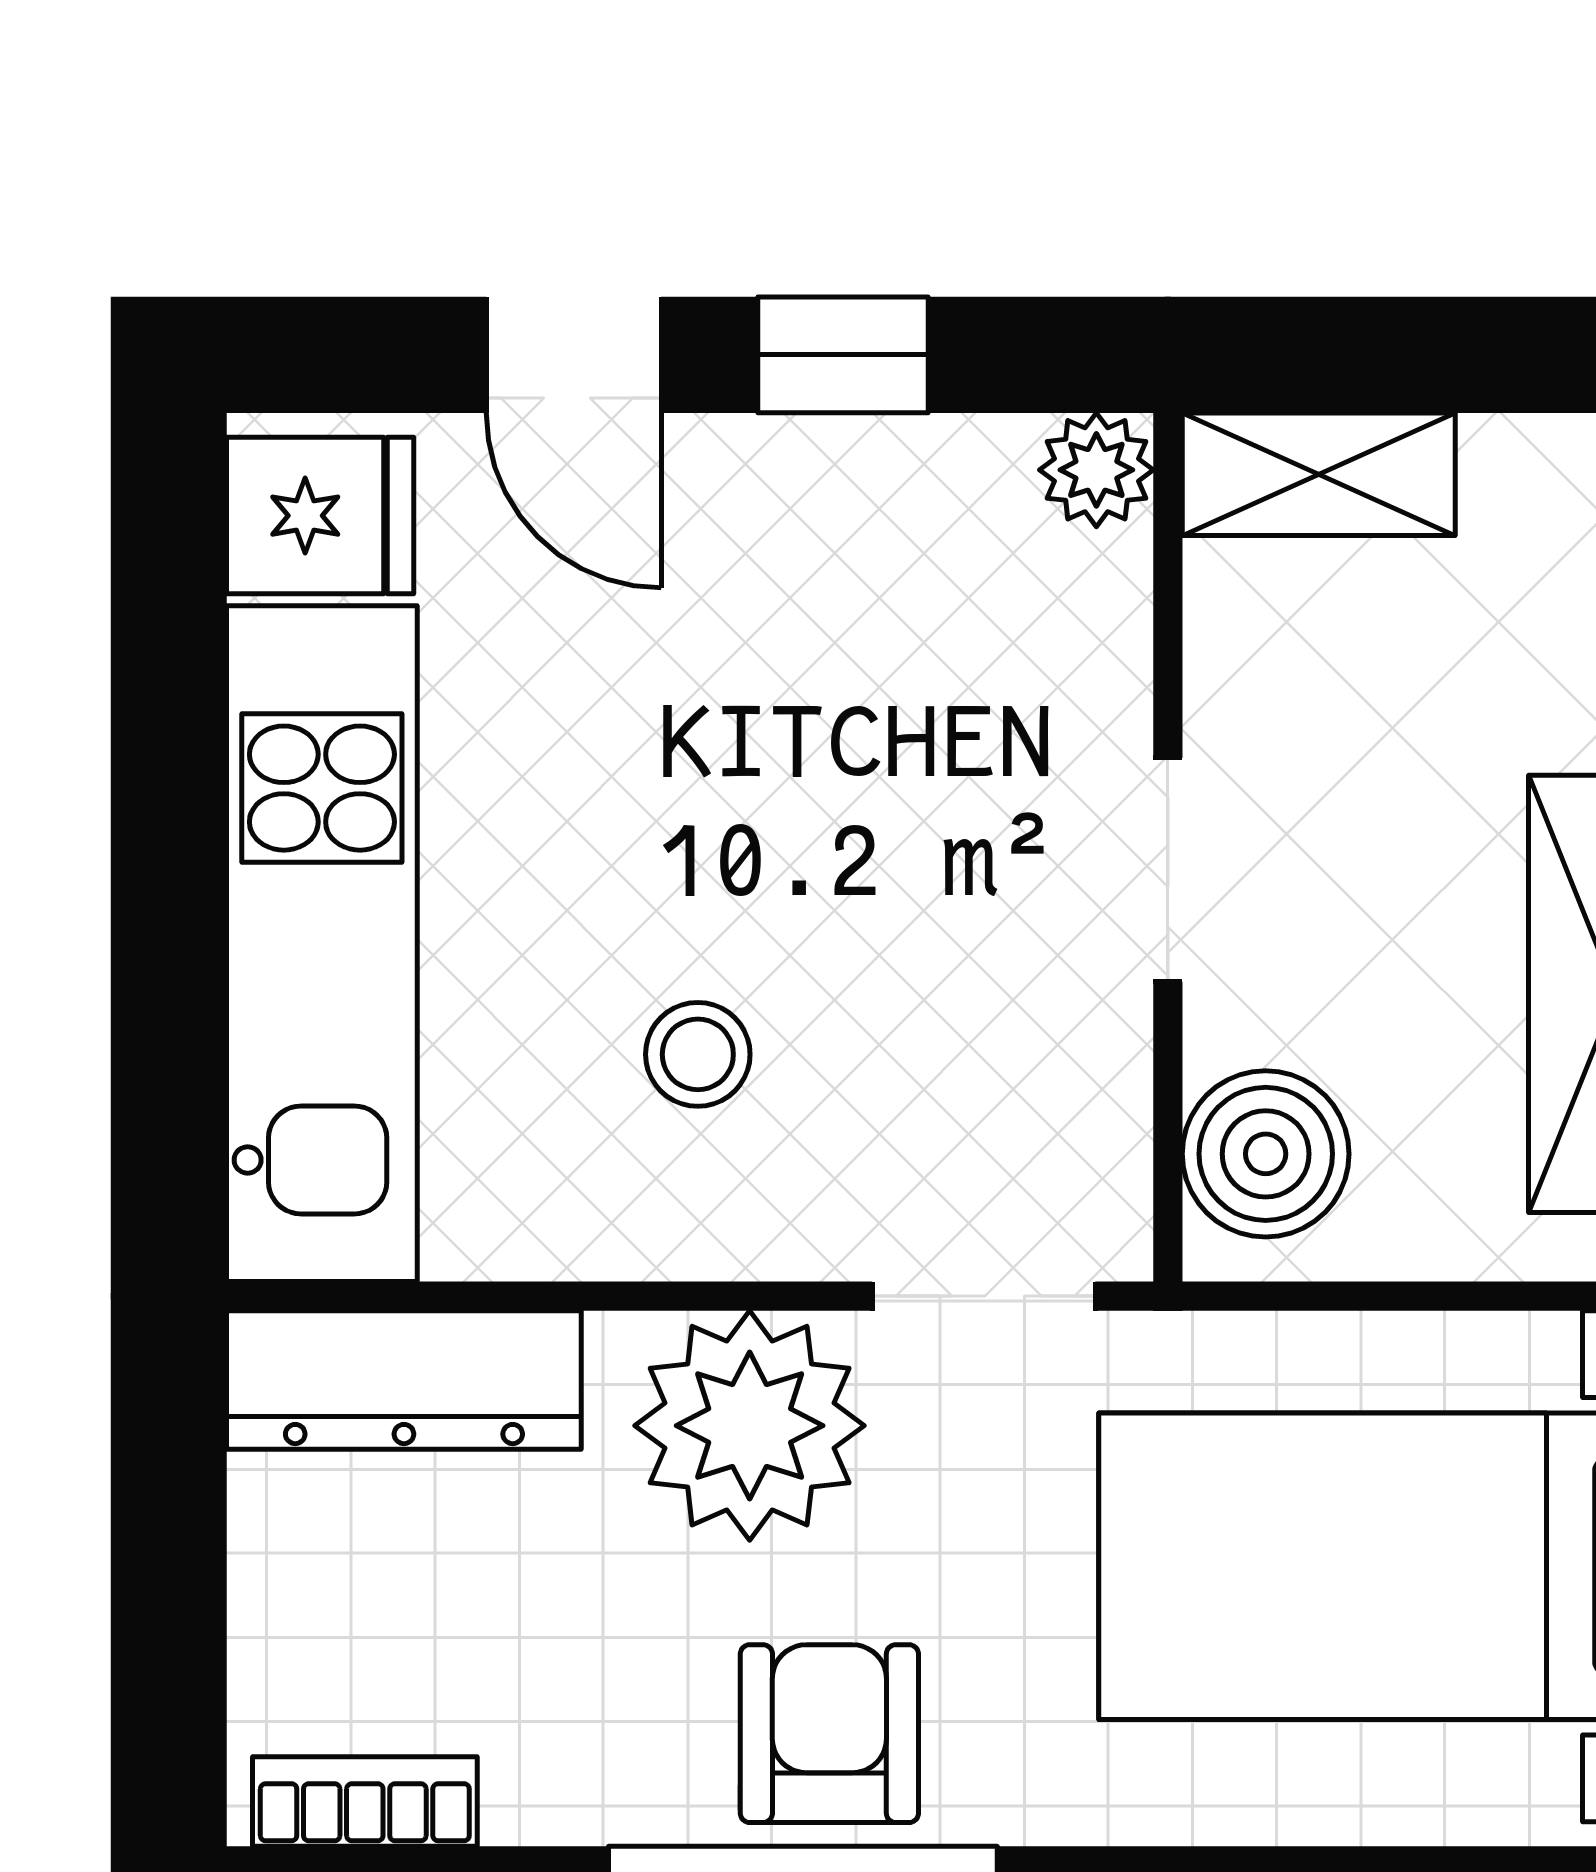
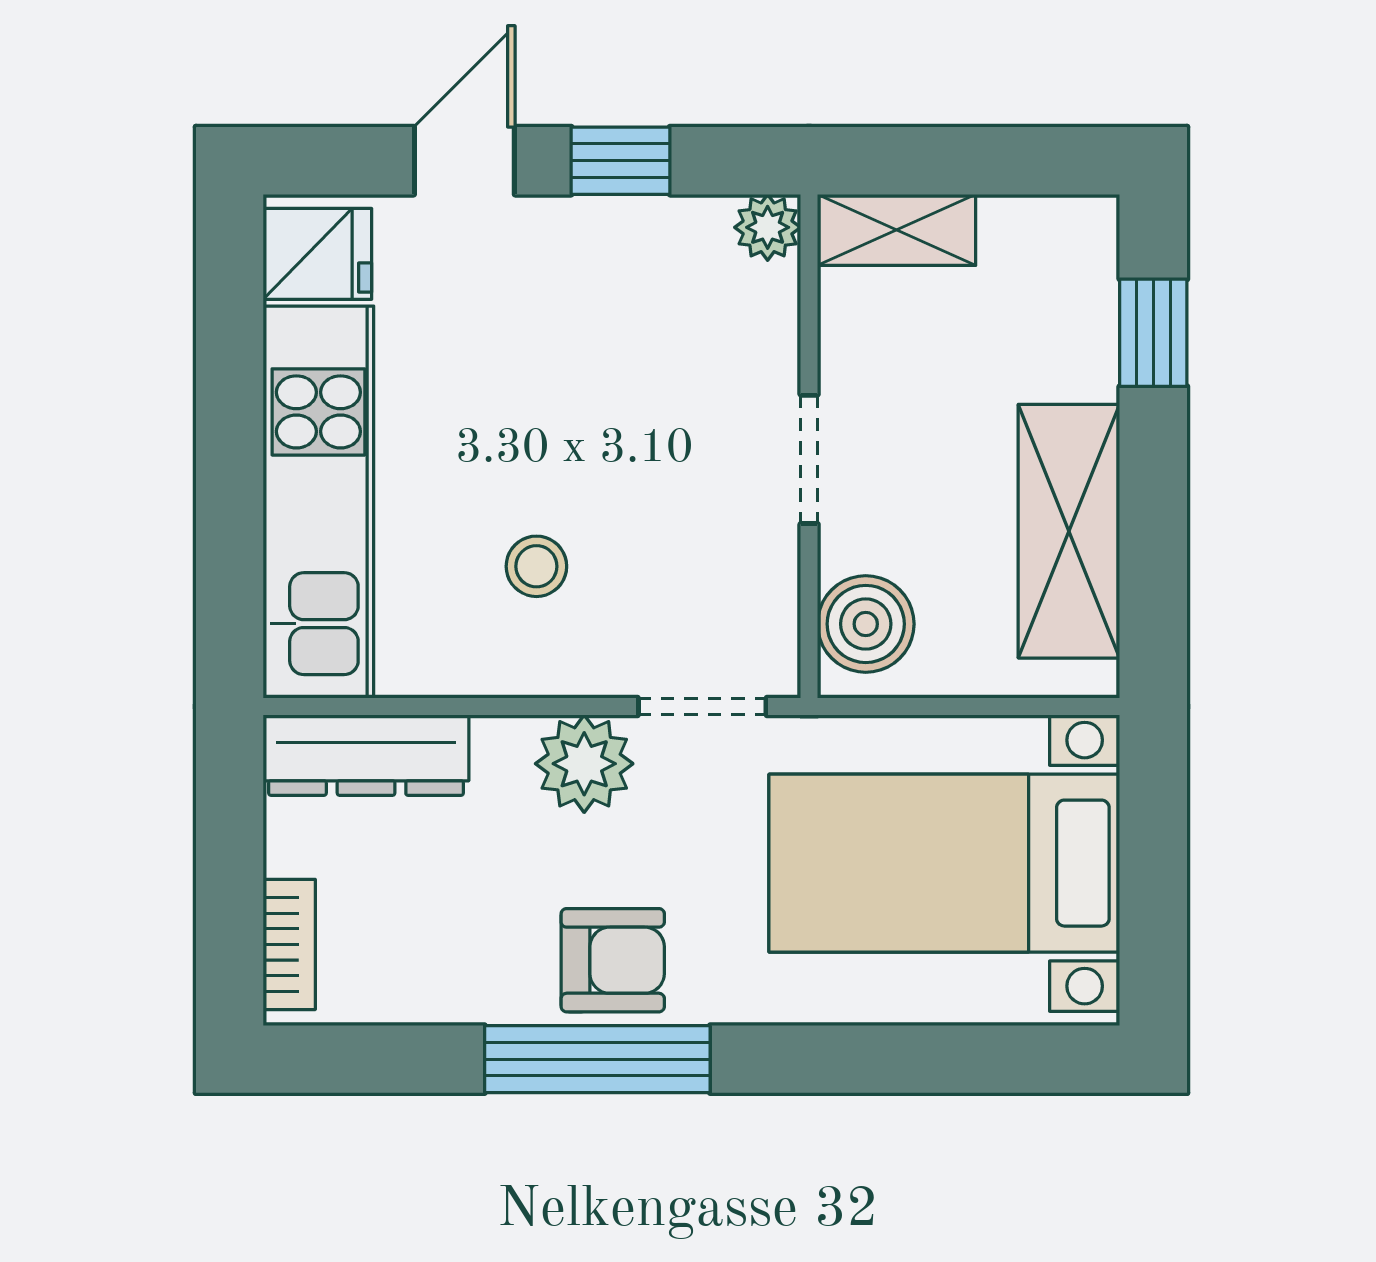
door: (574, 355) -> (464, 161), swing flipped
plant: (750, 1426) -> (584, 764), width x0.73, depth x0.73
armchair: (829, 1734) -> (613, 960), turned 90
bookcase: (365, 1801) -> (289, 944), moved, turned 90

